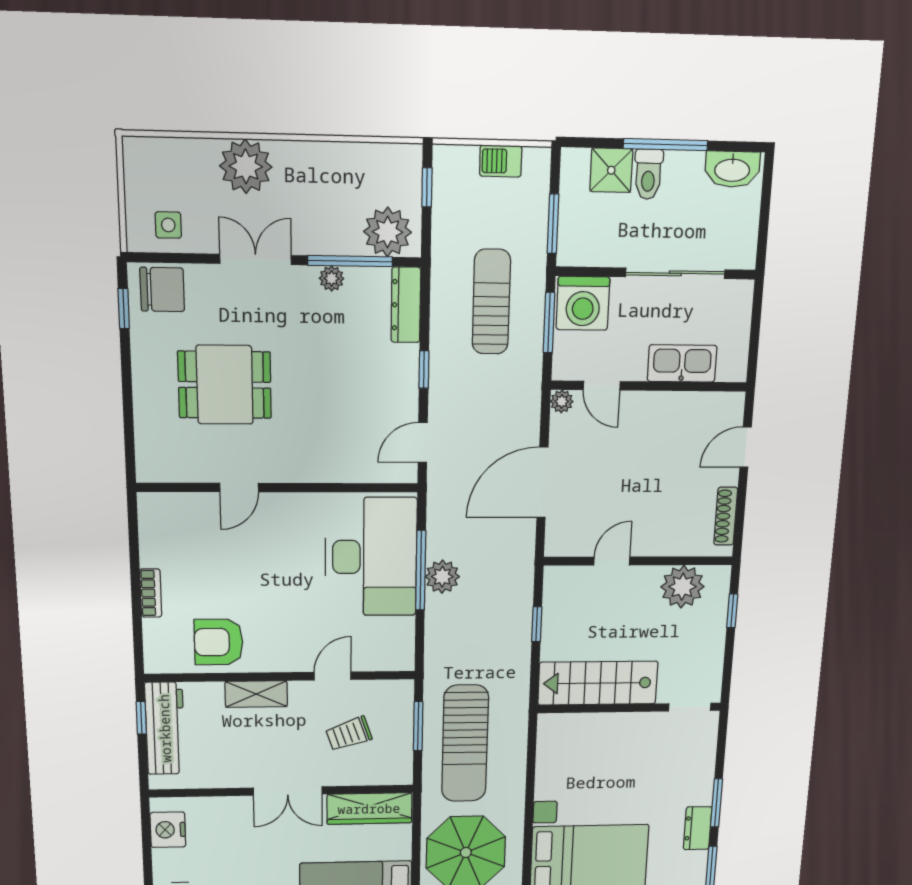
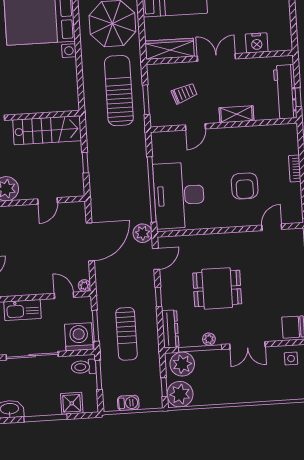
plant: (246, 166) -> (180, 394), moved
toilet: (648, 174) -> (84, 367), moved, turned -90
dining table: (225, 385) -> (217, 288), moved
door: (239, 487) -> (272, 227), moved
window: (421, 570) -> (152, 189), width x1.46
plant: (442, 577) -> (143, 233), moved
armchair: (219, 642) -> (245, 186), moved, turned 90
nightstand: (168, 830) -> (257, 43), moved, turned 90

